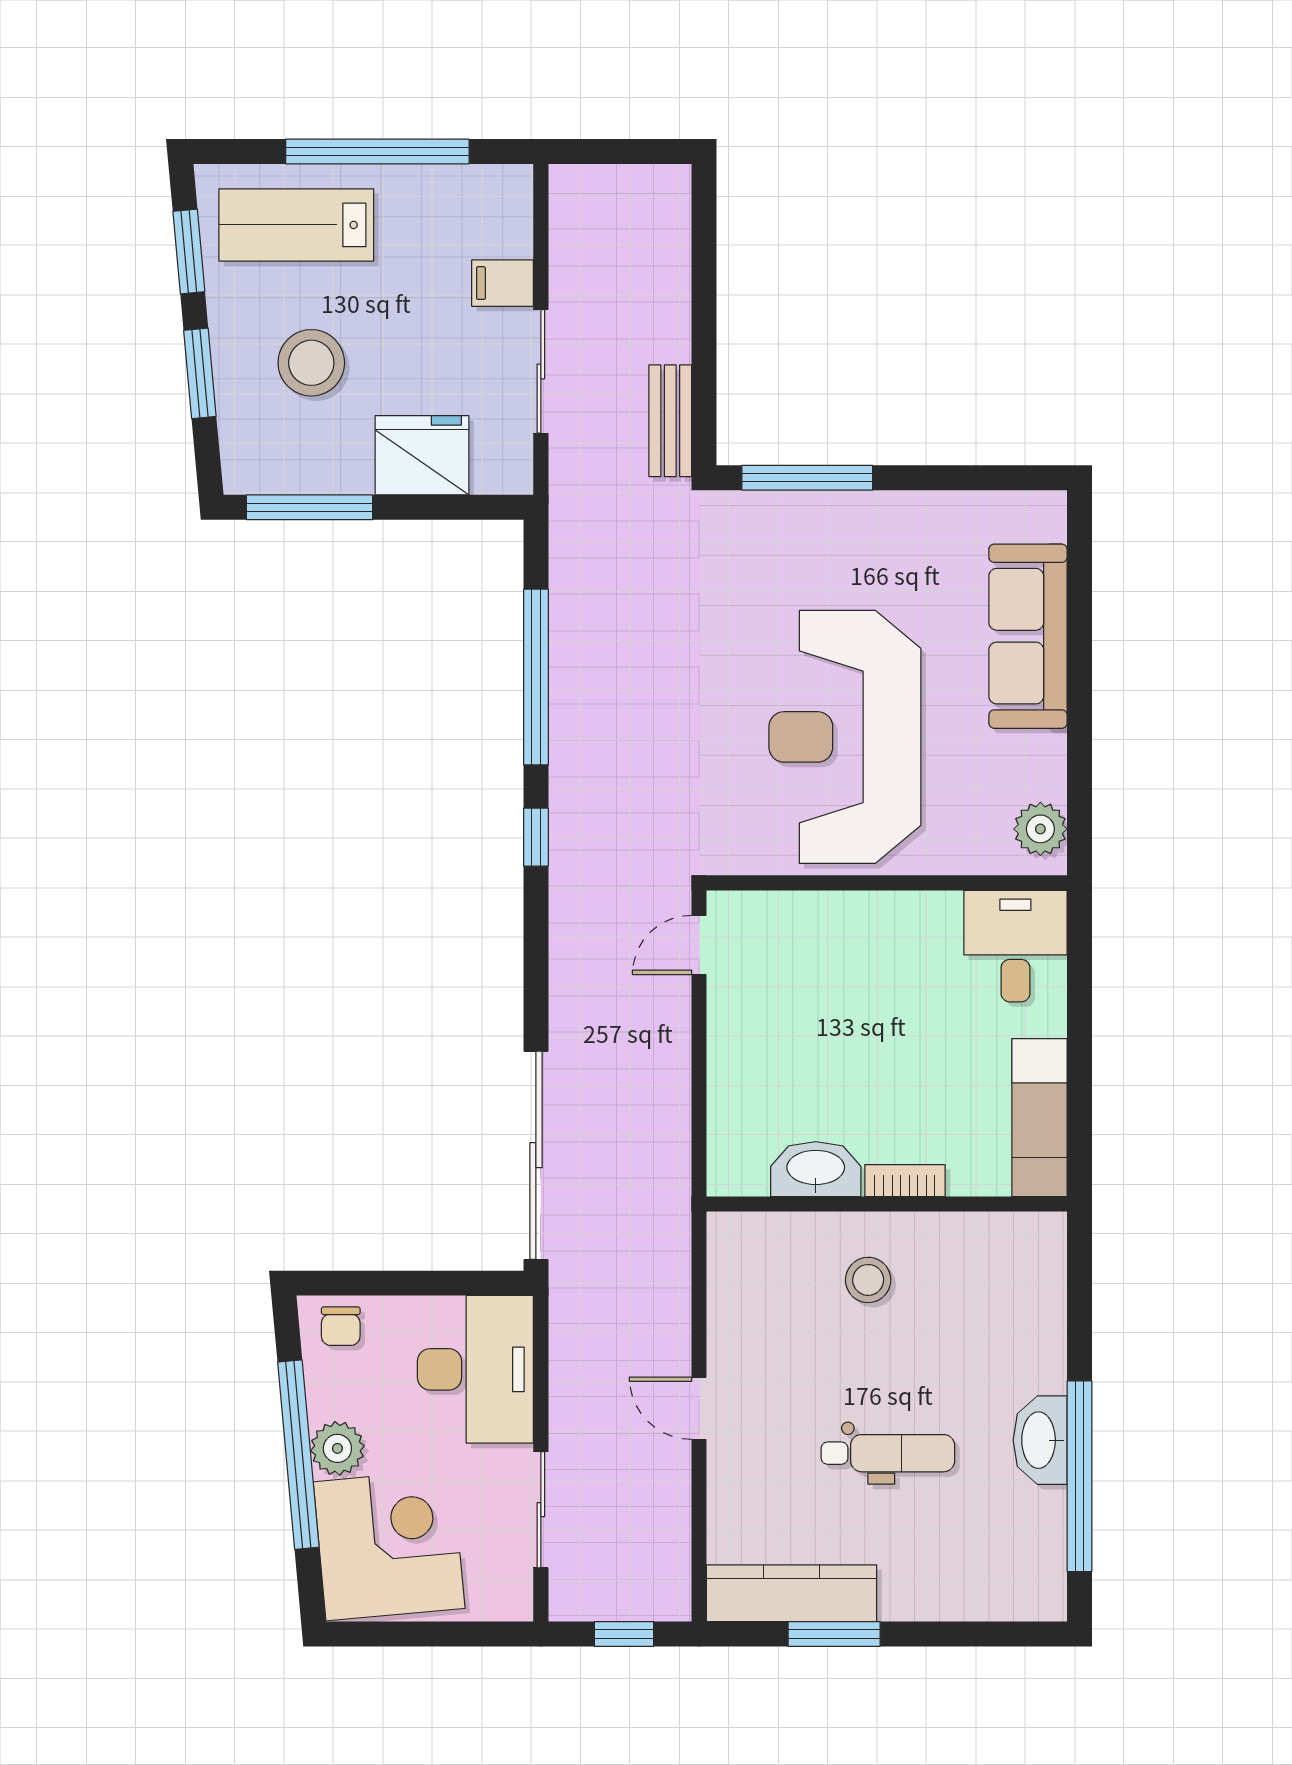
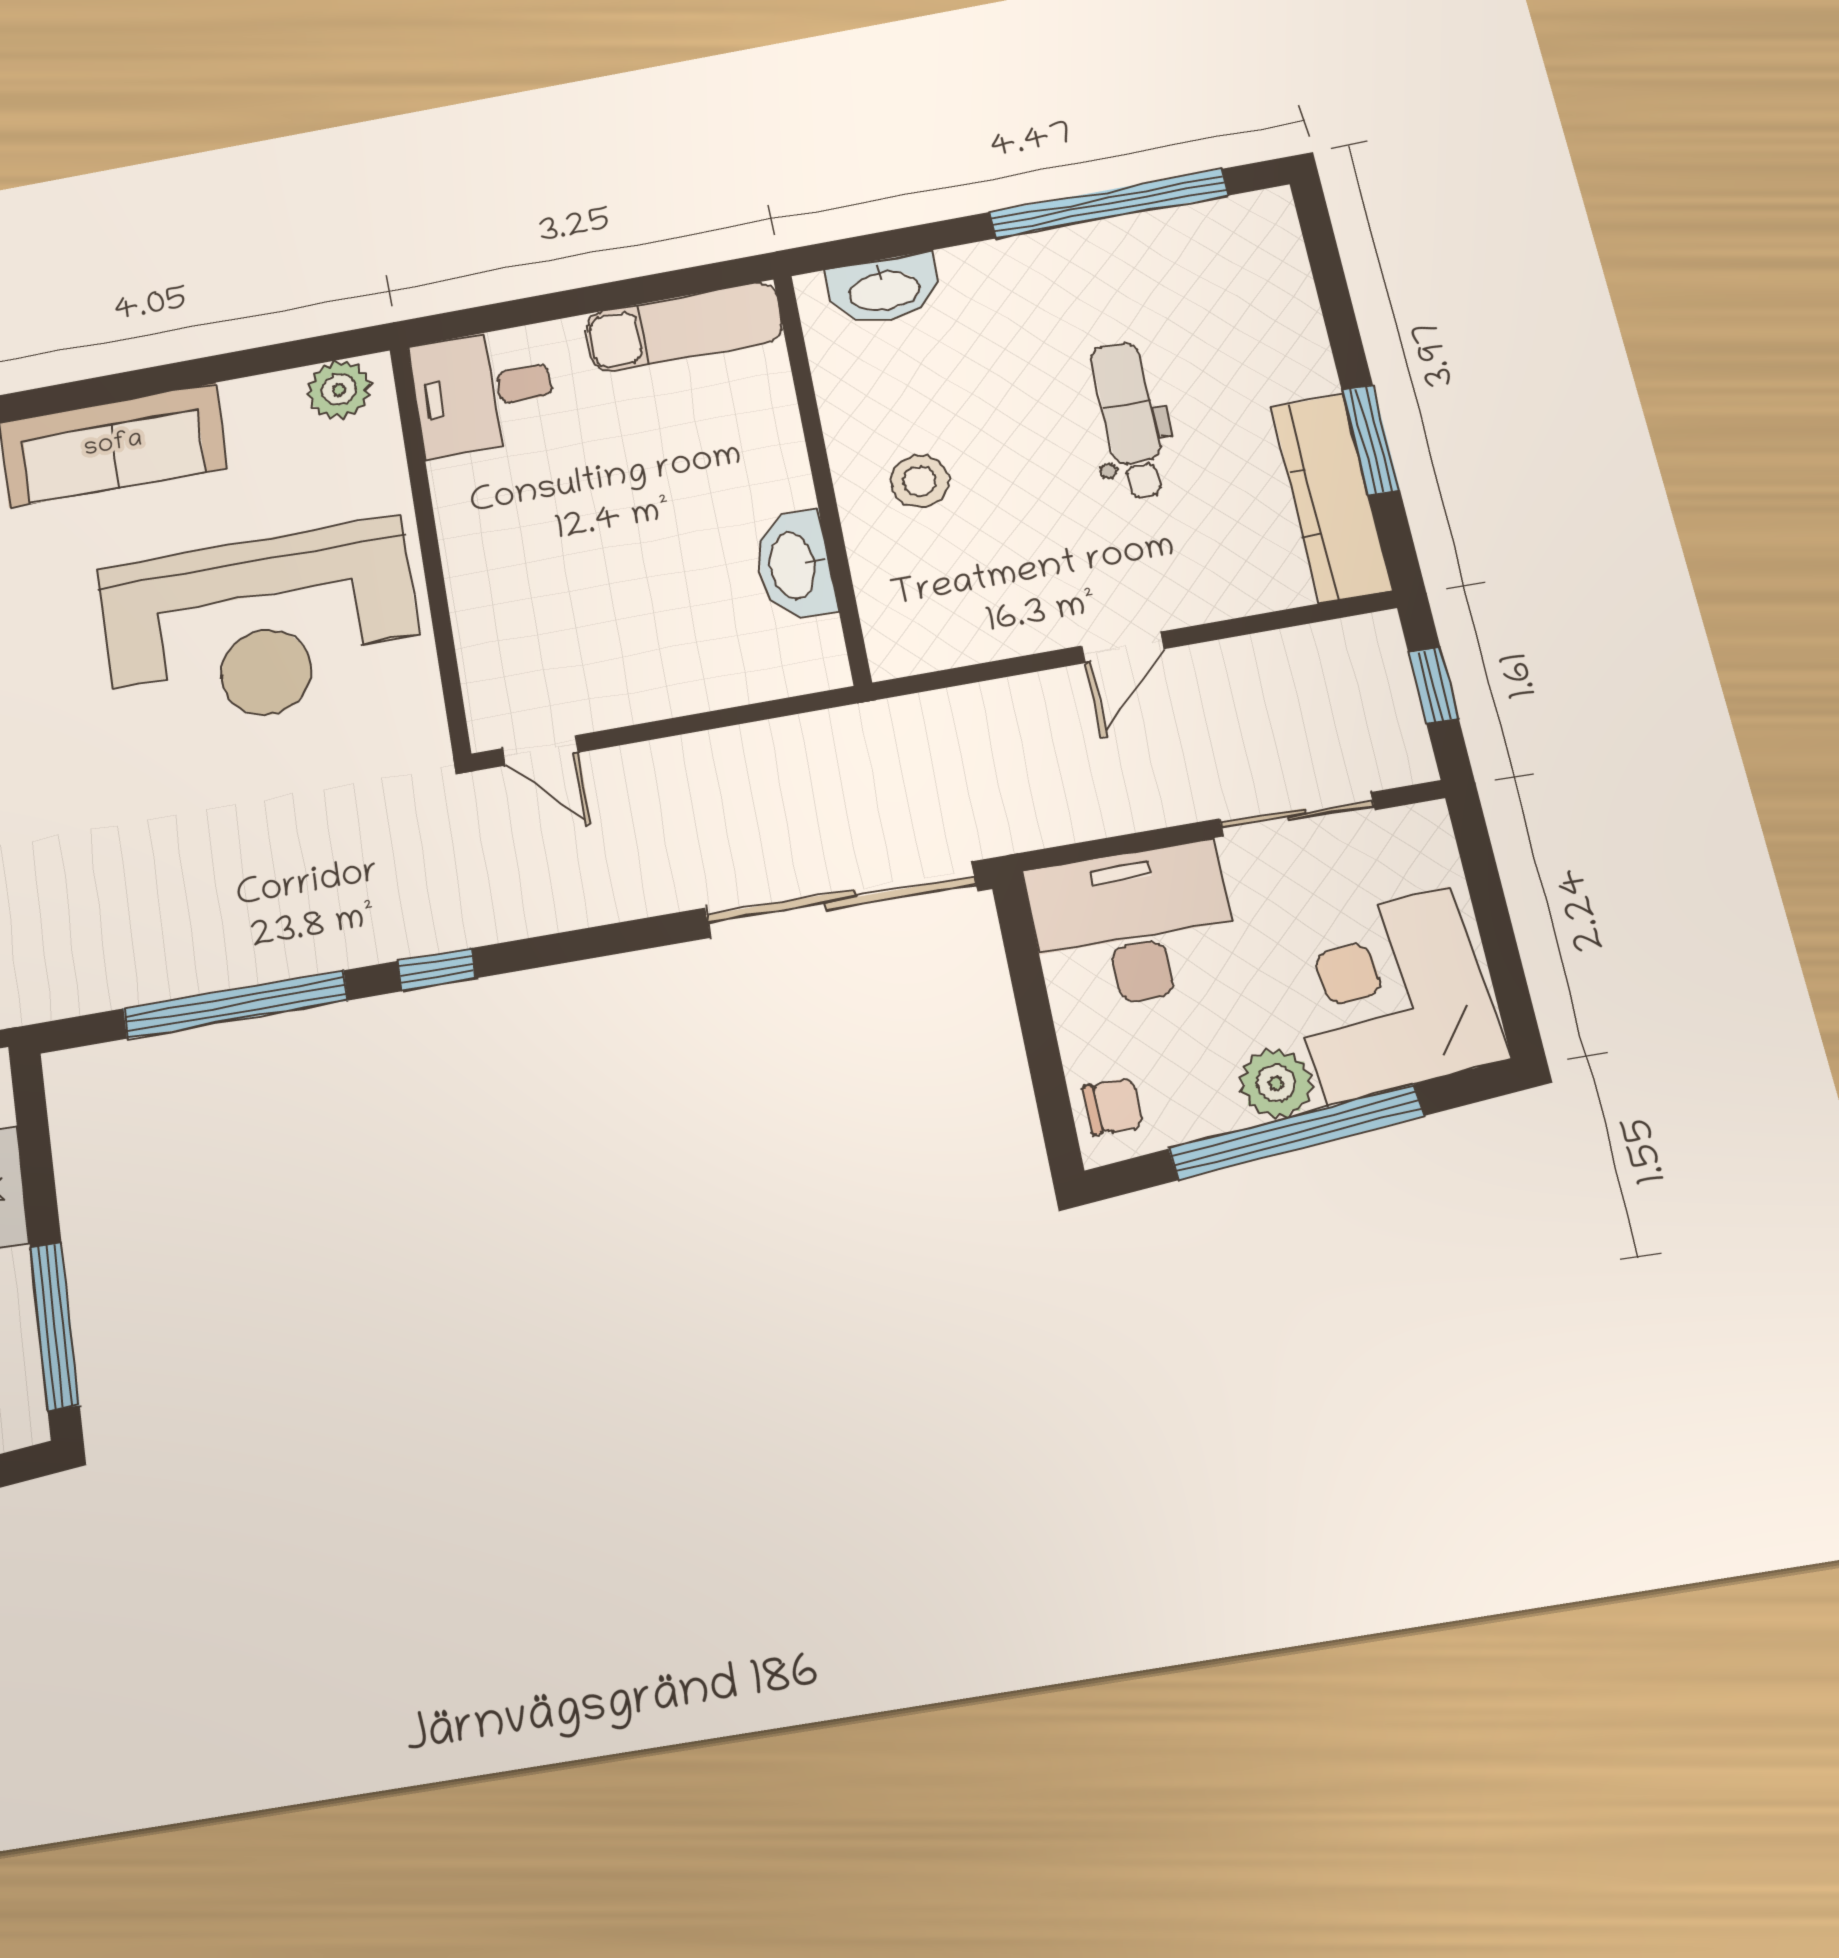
bookcase: (905, 1181) -> (789, 462), removed
washbasin: (1040, 1440) -> (884, 290), moved

